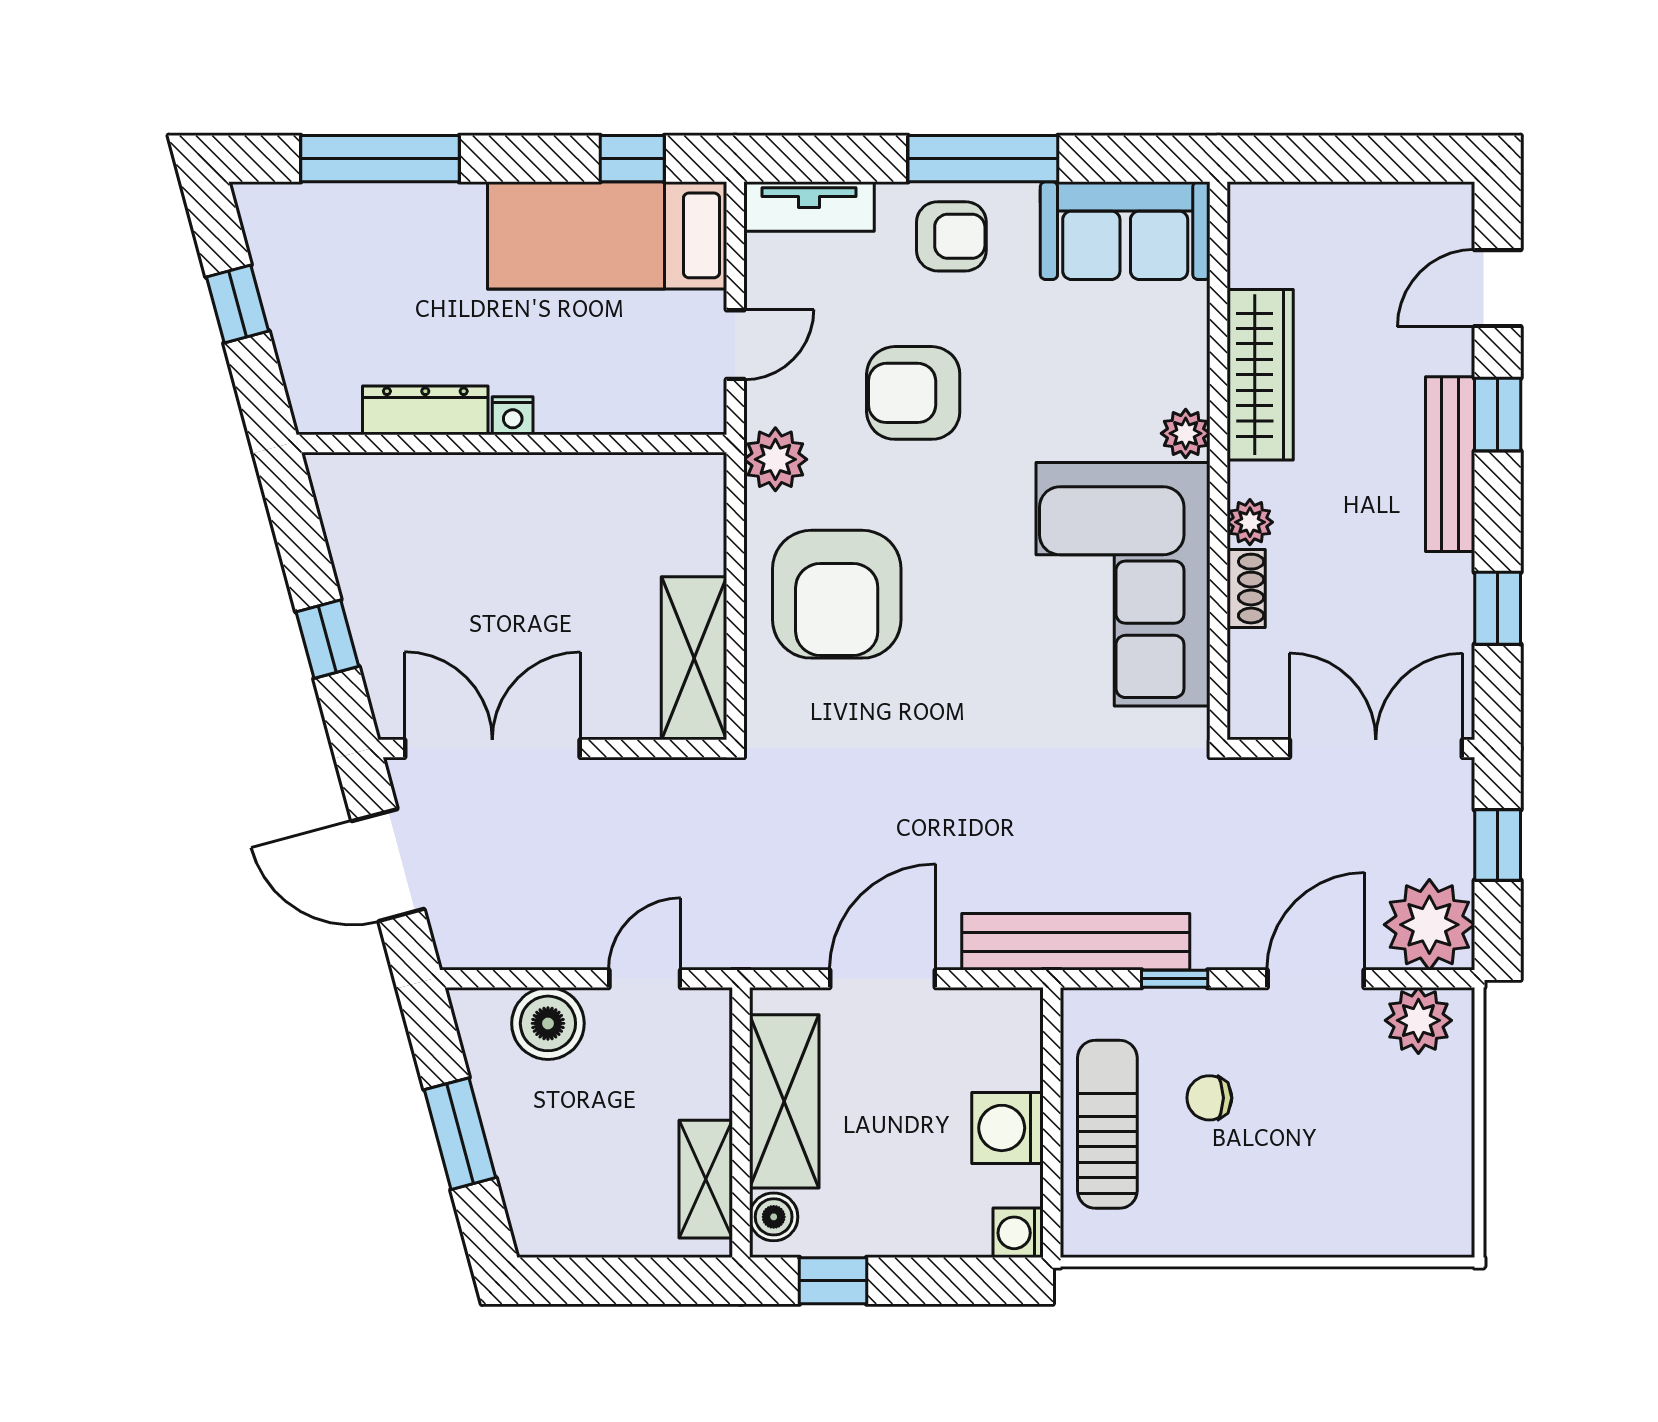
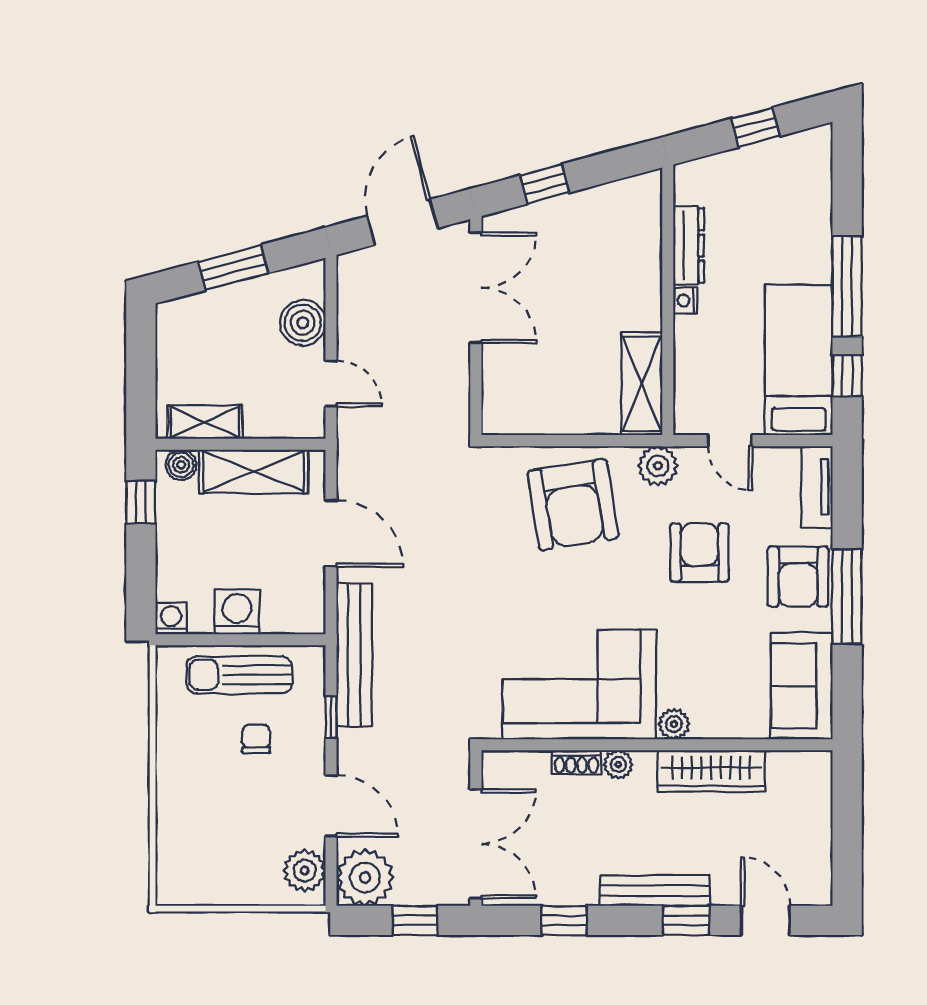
window: (380, 159) -> (847, 286), moved
armchair: (951, 236) -> (798, 577), width x1.38, depth x1.38
armchair: (837, 594) -> (573, 504), turned -99
shelving: (694, 658) -> (642, 384), moved, turned 90
sun lounger: (1107, 1124) -> (239, 675), turned 180

